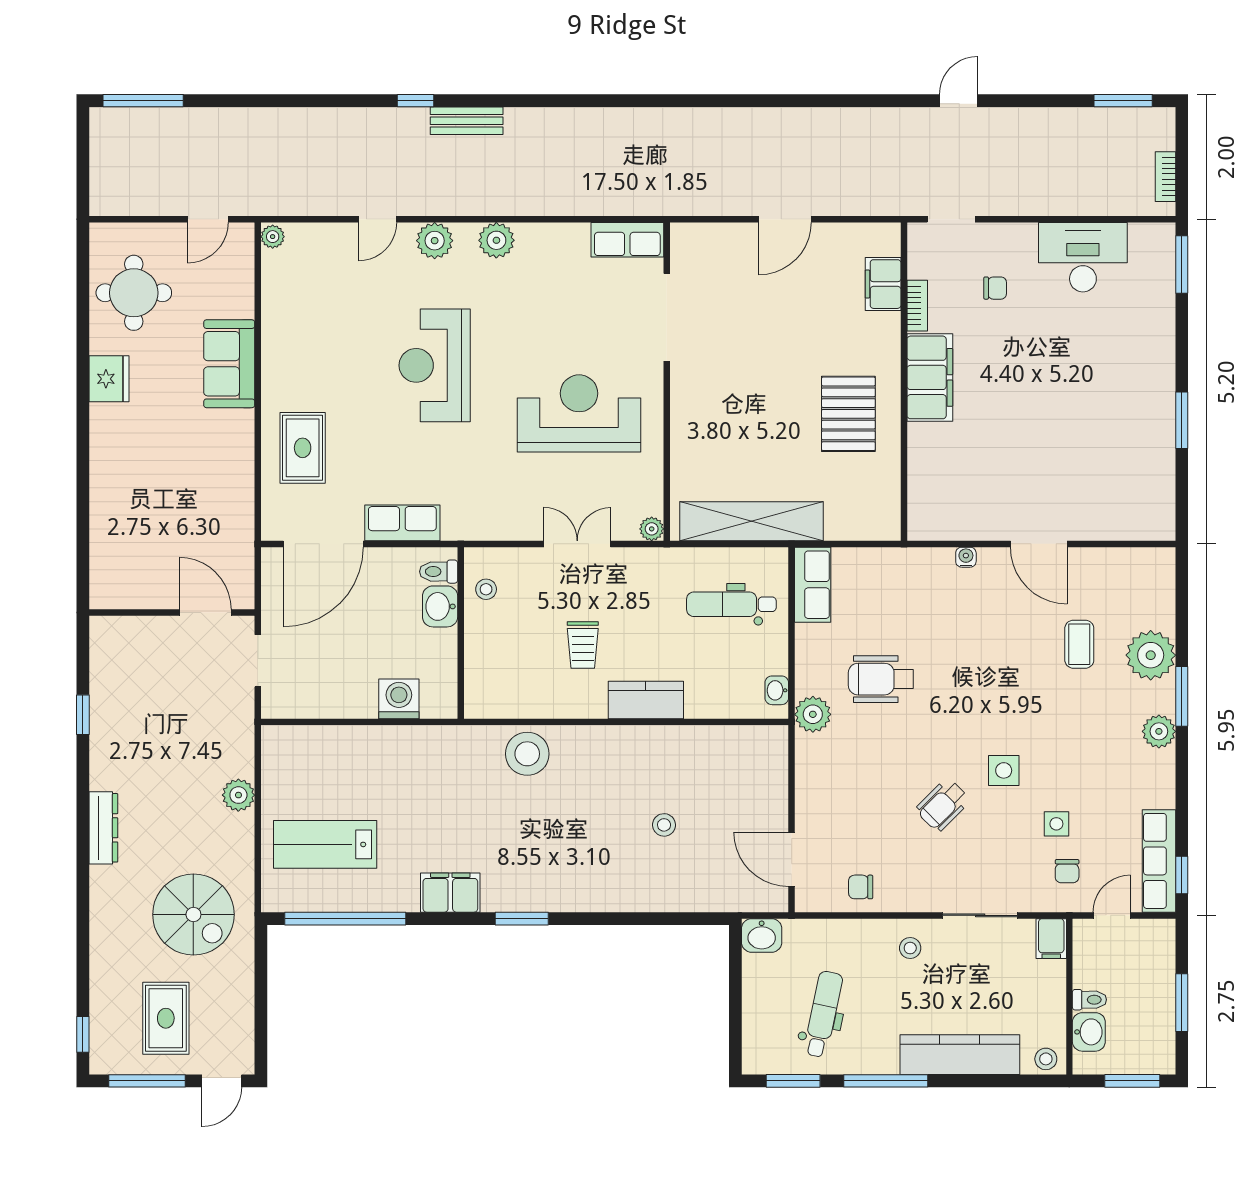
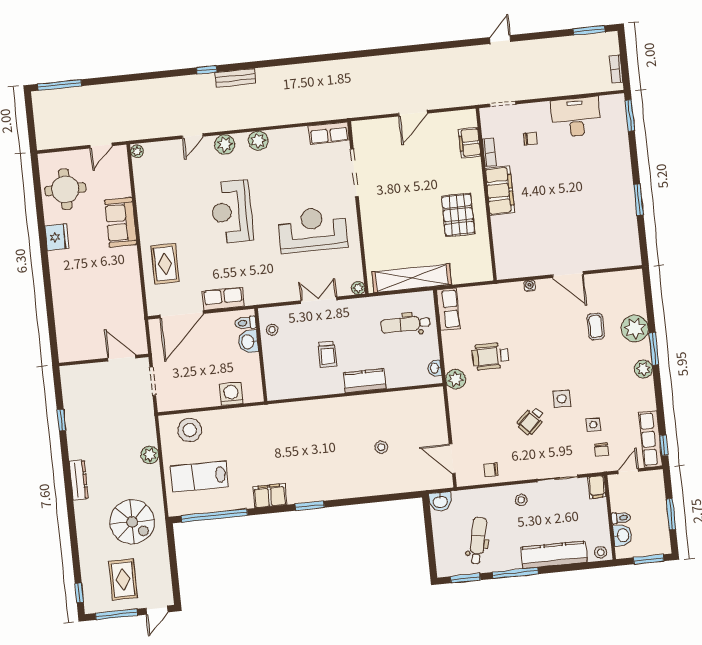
stool: (527, 754) -> (190, 430), moved

